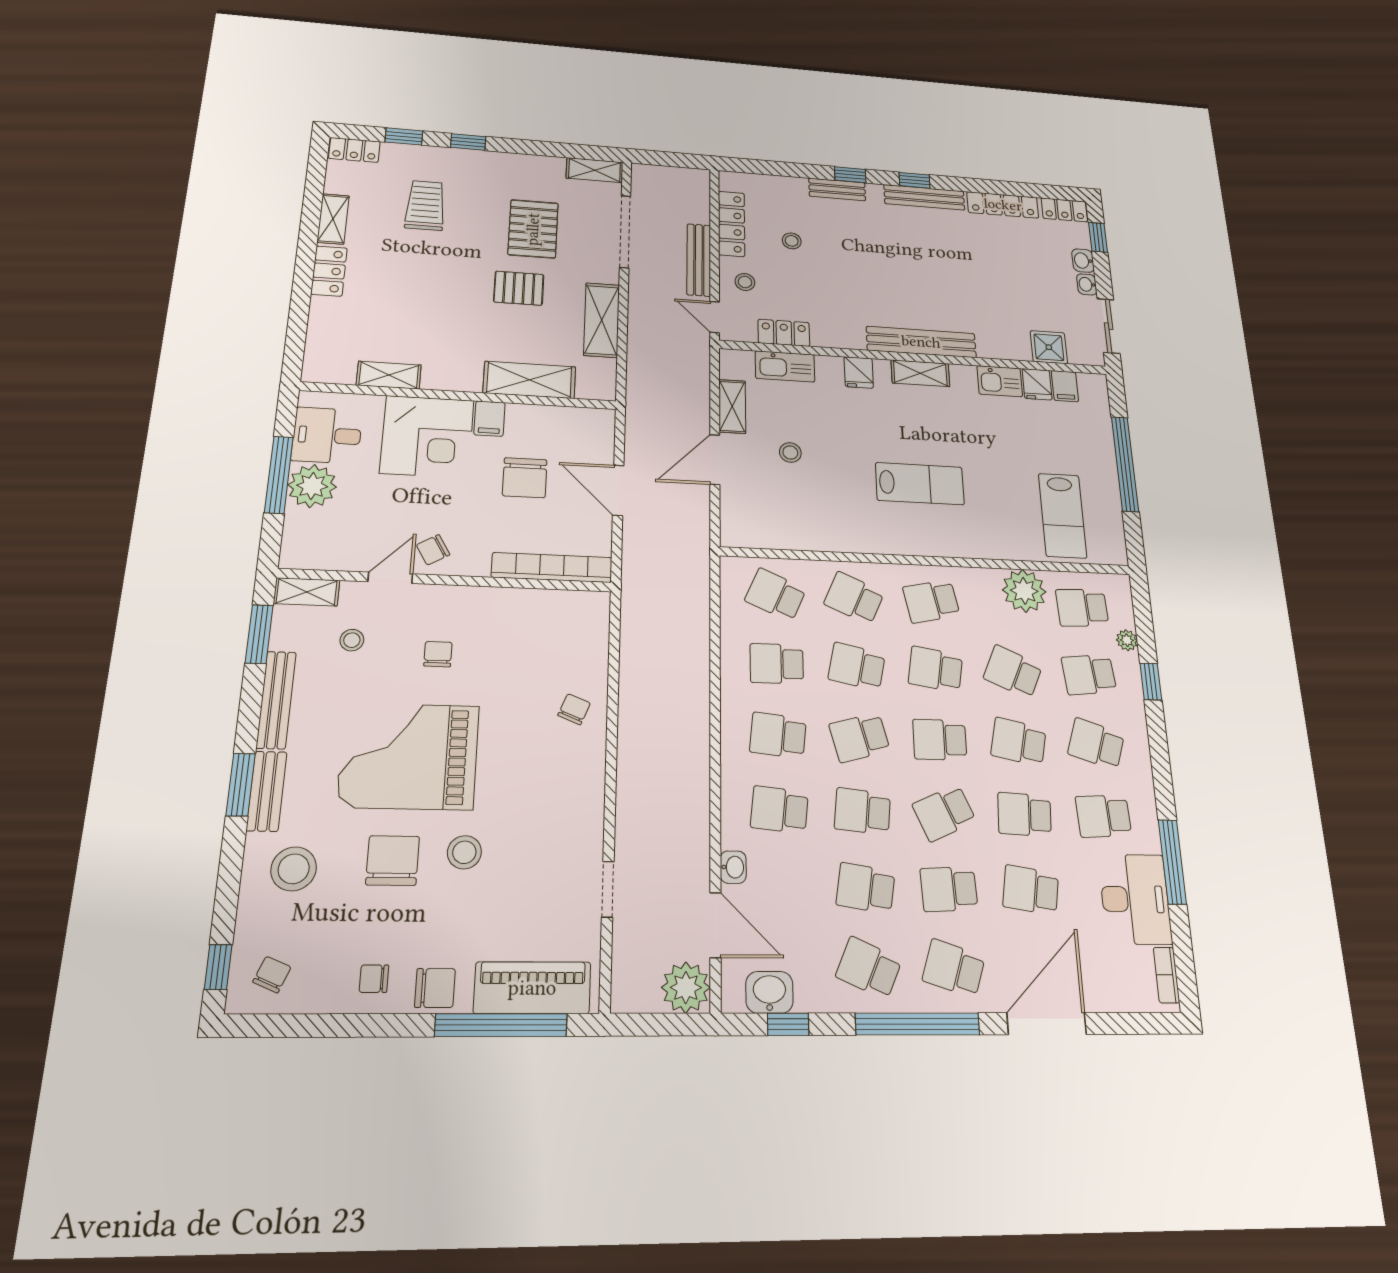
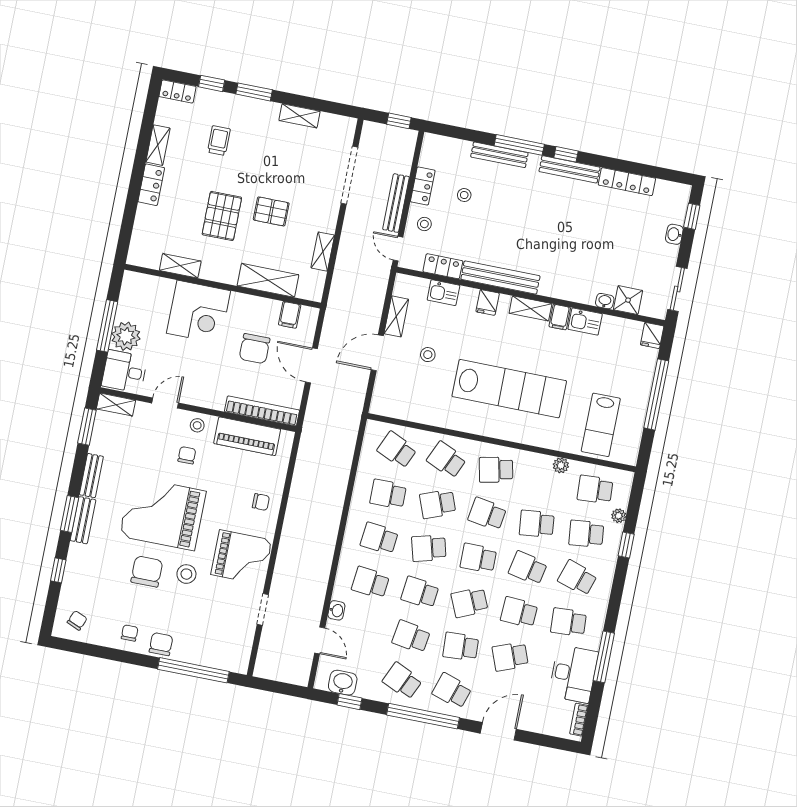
window: (468, 142) -> (254, 92), width x1.50
window: (681, 160) -> (399, 121), added
shelving: (595, 170) -> (299, 116), moved
window: (850, 175) -> (519, 145), width x2.17
bench: (837, 189) -> (499, 155), width x1.36
trolley: (425, 205) -> (219, 141), width x0.73, depth x0.72
locker: (1064, 210) -> (673, 191), removed
locker: (732, 224) -> (423, 186), width x0.66
pallet: (533, 229) -> (222, 216), moved
washbasin: (1087, 284) -> (605, 301), moved, turned 90
shelving: (602, 320) -> (323, 252), width x0.67, depth x0.75
bench: (921, 342) -> (500, 278), moved
kitchen sink: (785, 366) -> (443, 293), width x0.73
fridge: (1037, 384) -> (652, 335), moved
filing cabinet: (1065, 386) -> (560, 317), moved
filing cabinet: (489, 419) -> (290, 315), moved
desk: (327, 435) -> (124, 371), moved
lab bench: (920, 484) -> (509, 389), width x1.86, depth x1.39
chair: (433, 550) -> (192, 389), removed
plant: (1024, 591) -> (561, 465), width x0.53, depth x0.53
stool: (352, 640) -> (197, 425), moved
school desk: (857, 666) -> (438, 504), turned -33
school desk: (1013, 672) -> (537, 524), turned -30
bench: (276, 700) -> (91, 476), width x0.73
chair: (574, 709) -> (261, 502), turned 68
grand piano: (556, 806) -> (241, 557), added
stool: (294, 869) -> (94, 566), removed
school desk: (1031, 890) -> (510, 656), turned -30
door: (715, 925) -> (320, 640), width x0.73
window: (218, 967) -> (58, 570), moved
chair: (374, 979) -> (130, 633), turned 90
chair: (435, 988) -> (161, 644), turned -90
piano: (532, 988) -> (247, 436), moved, turned 180
plant: (686, 988) -> (297, 671), removed
door: (1047, 1024) -> (498, 731), width x0.73

